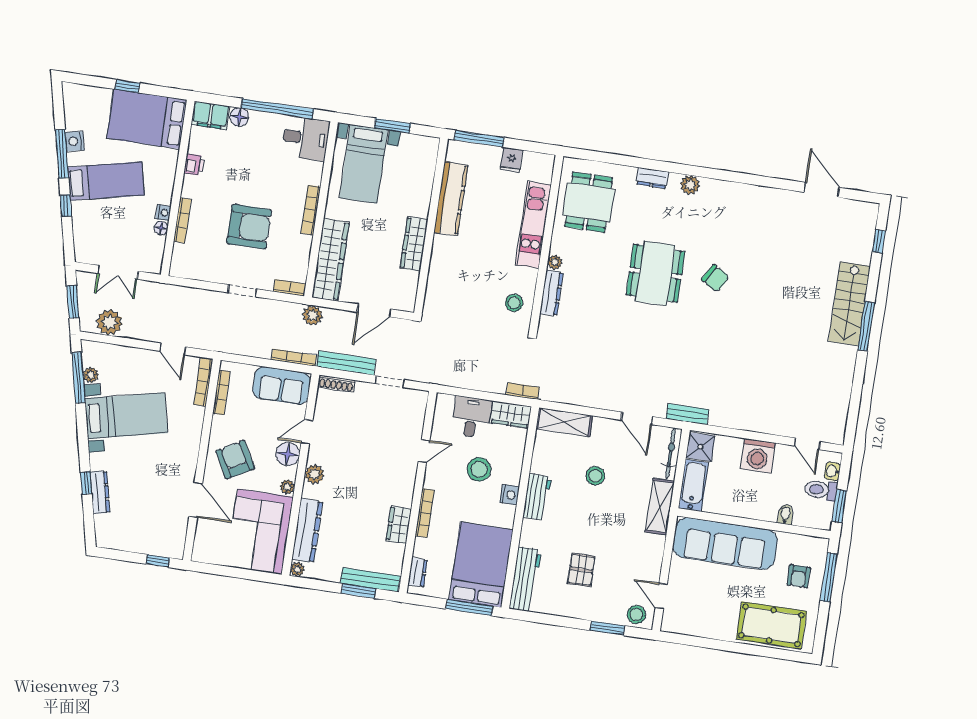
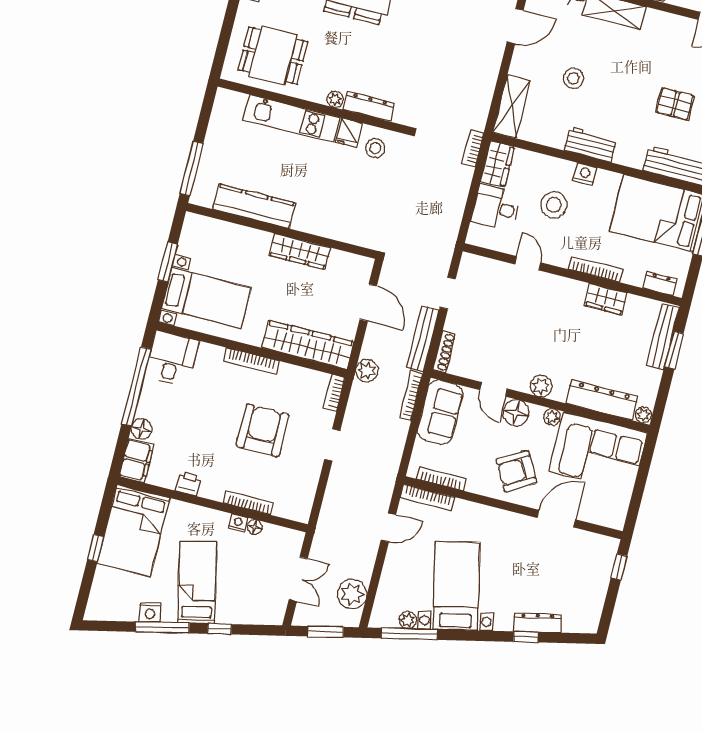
fridge: (511, 160) -> (349, 133), moved, turned 90

